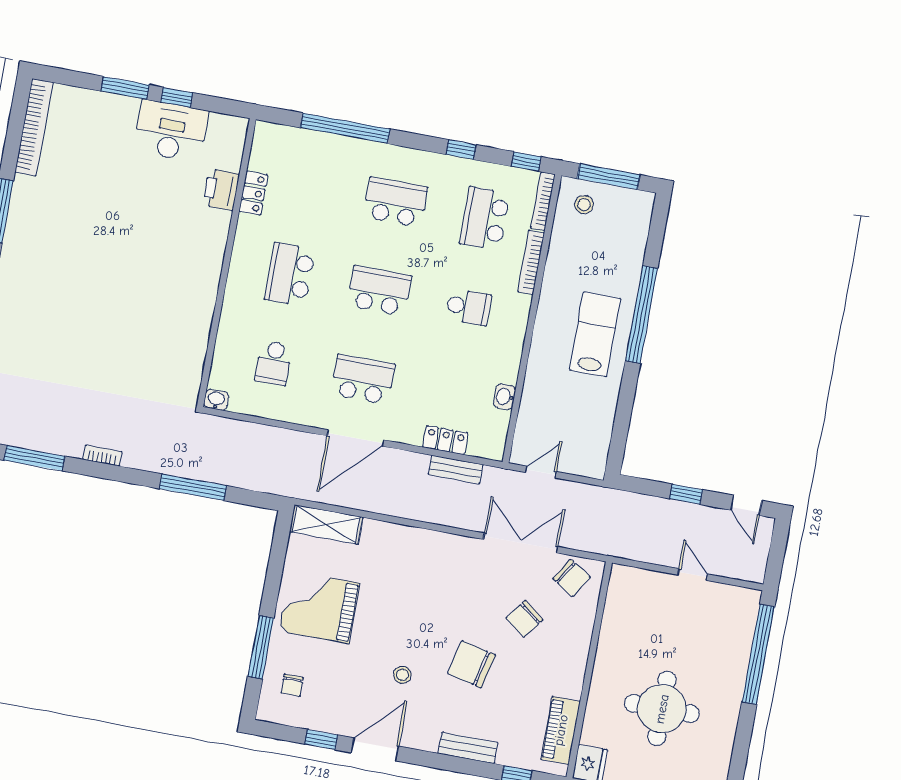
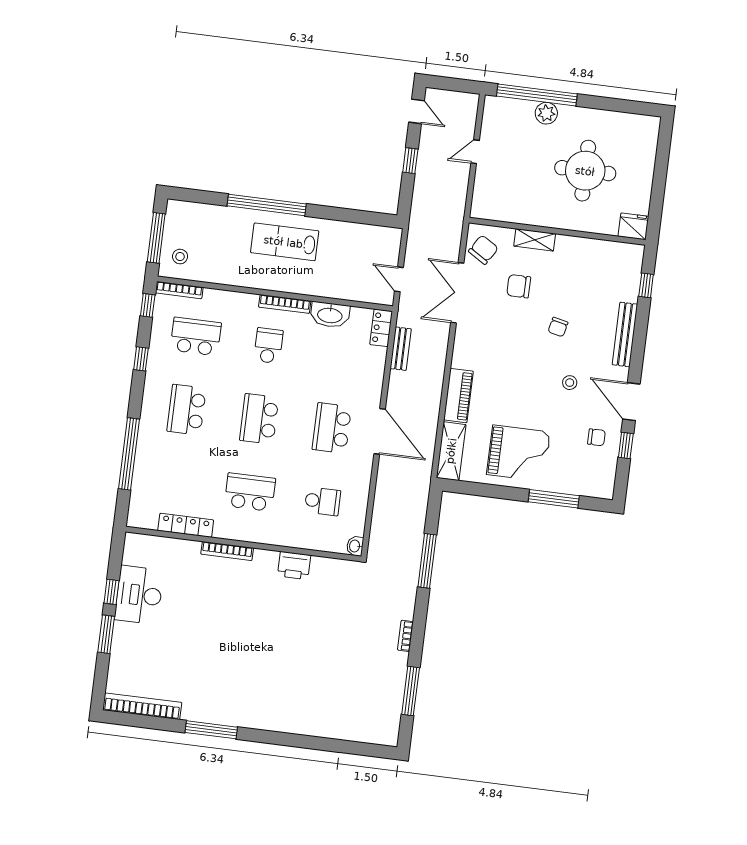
printer: (221, 190) -> (294, 566), moved
locker: (253, 193) -> (186, 525), width x1.53
school desk: (485, 218) -> (196, 336), turned 180
bookcase: (219, 242) -> (227, 551), added
bookcase: (531, 262) -> (285, 304), moved
school desk: (290, 274) -> (250, 492), turned 180
washbasin: (505, 397) -> (330, 315), width x1.91, depth x1.45
locker: (445, 440) -> (381, 328), moved
door: (746, 505) -> (417, 111), hinge flipped
grand piano: (319, 607) -> (518, 453), turned -90
chair: (524, 619) -> (519, 286), turned 143
shelving: (580, 642) -> (535, 240), added
chair: (471, 664) -> (558, 327), width x0.54, depth x0.54
plant: (735, 665) -> (546, 113), added
chair: (292, 685) -> (596, 437), moved
piano: (561, 730) -> (458, 396), moved, turned -90
bench: (468, 748) -> (625, 334), width x1.36

